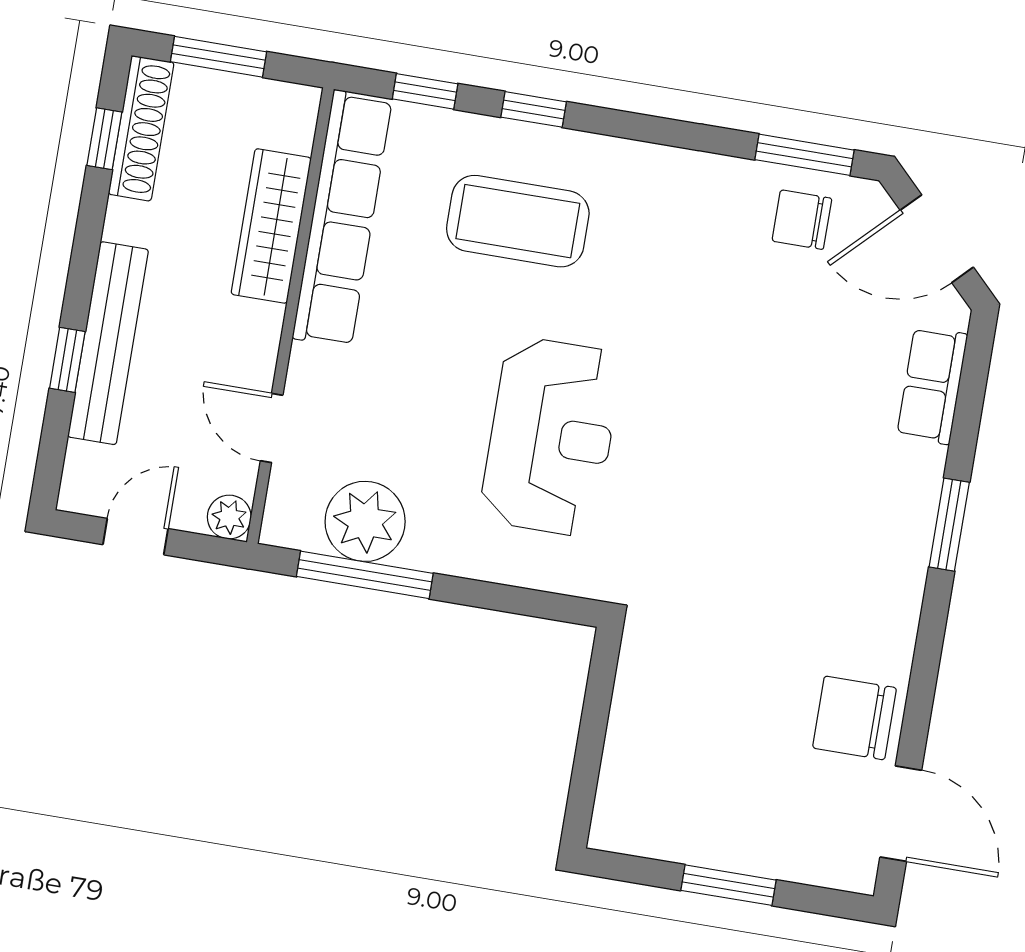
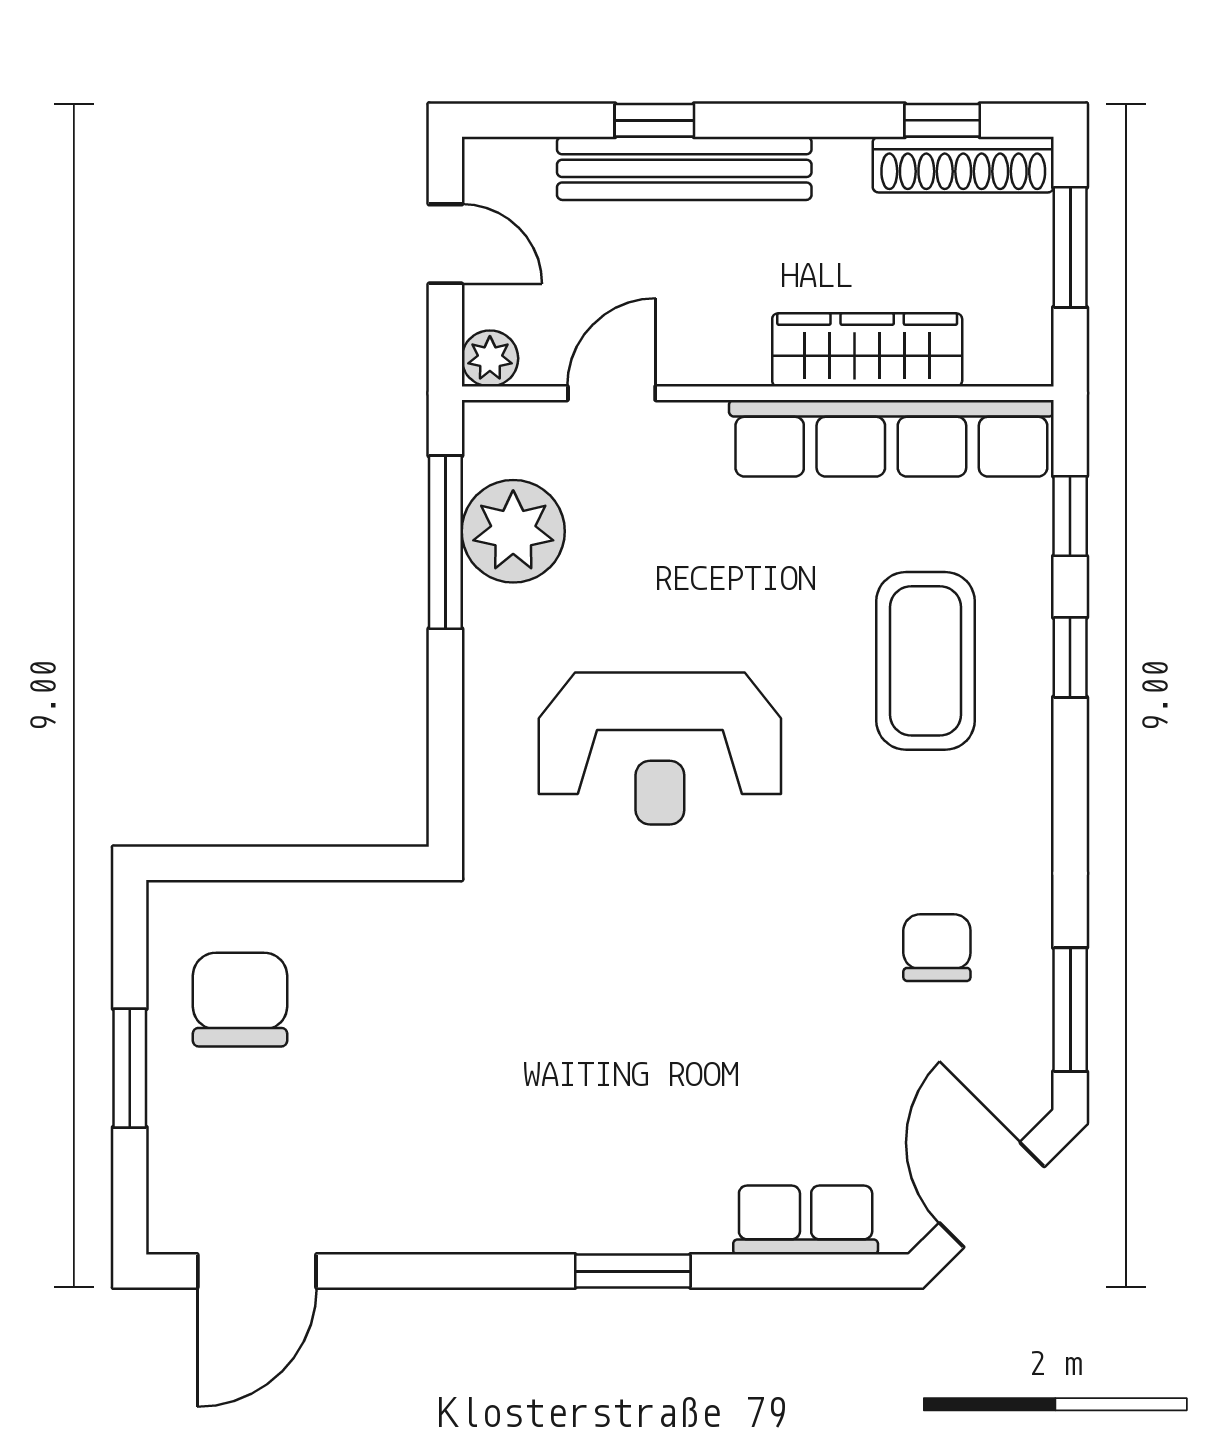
chair: (802, 220) -> (937, 948), moved
chair: (855, 718) -> (240, 1000), moved

